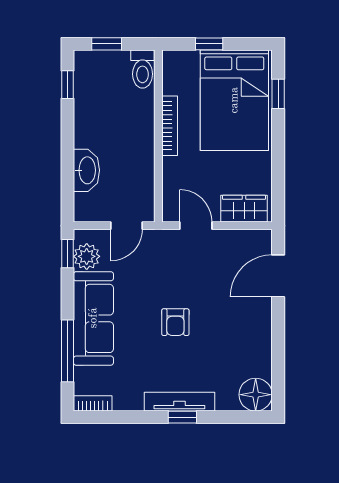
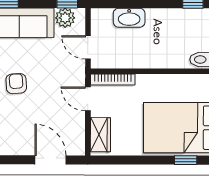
bookcase: (170, 126) -> (113, 79), moved
door: (196, 226) -> (88, 99), swing flipped
armchair: (175, 322) -> (16, 84), turned 86

